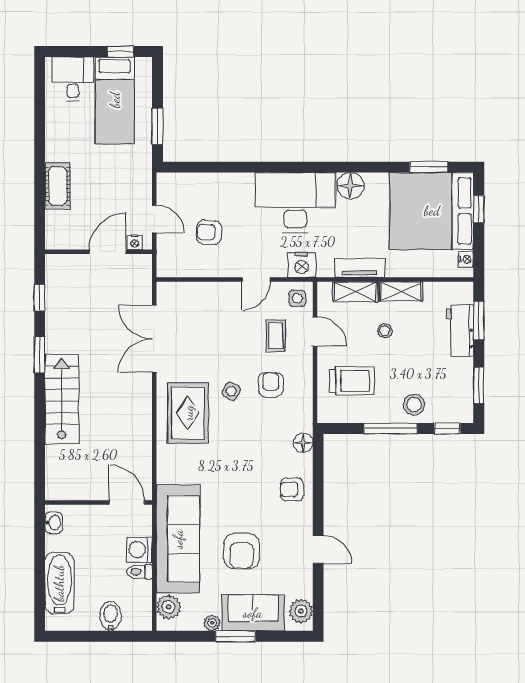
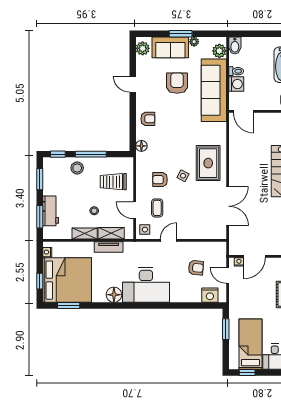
nightstand: (302, 265) -> (210, 295), moved, turned 180
armchair: (271, 385) -> (160, 180), turned 90
bidet: (111, 616) -> (235, 46), moved

